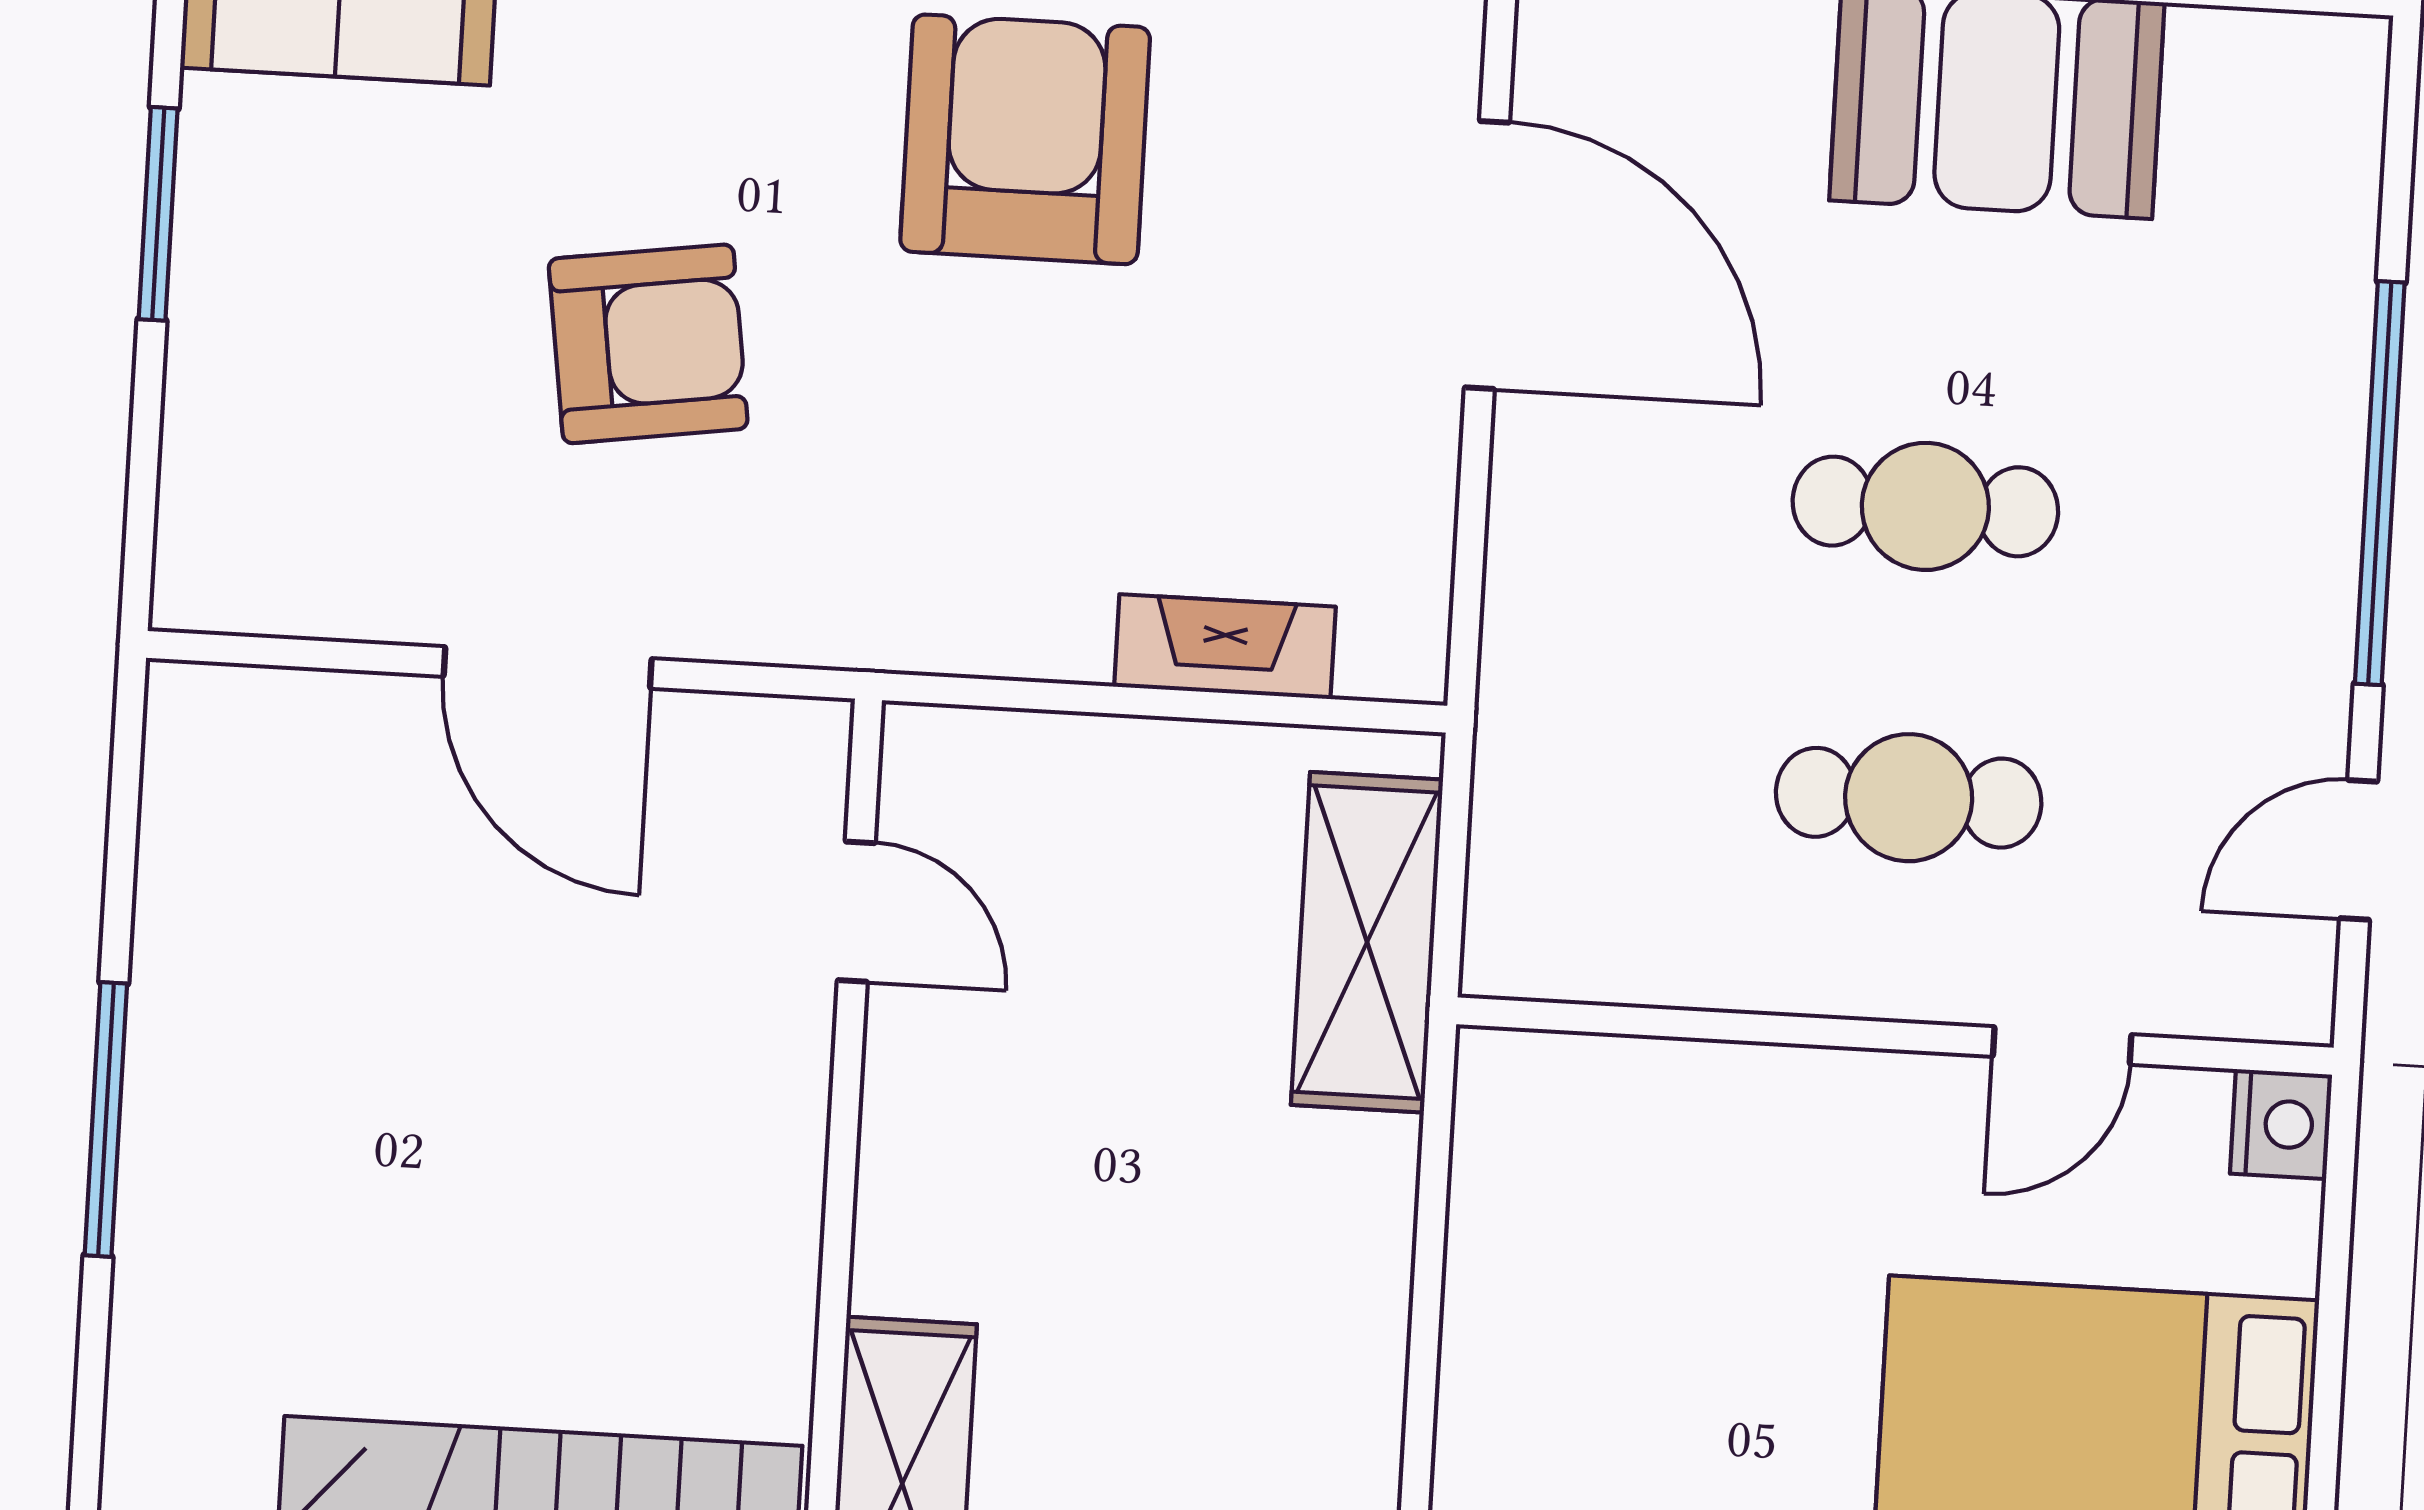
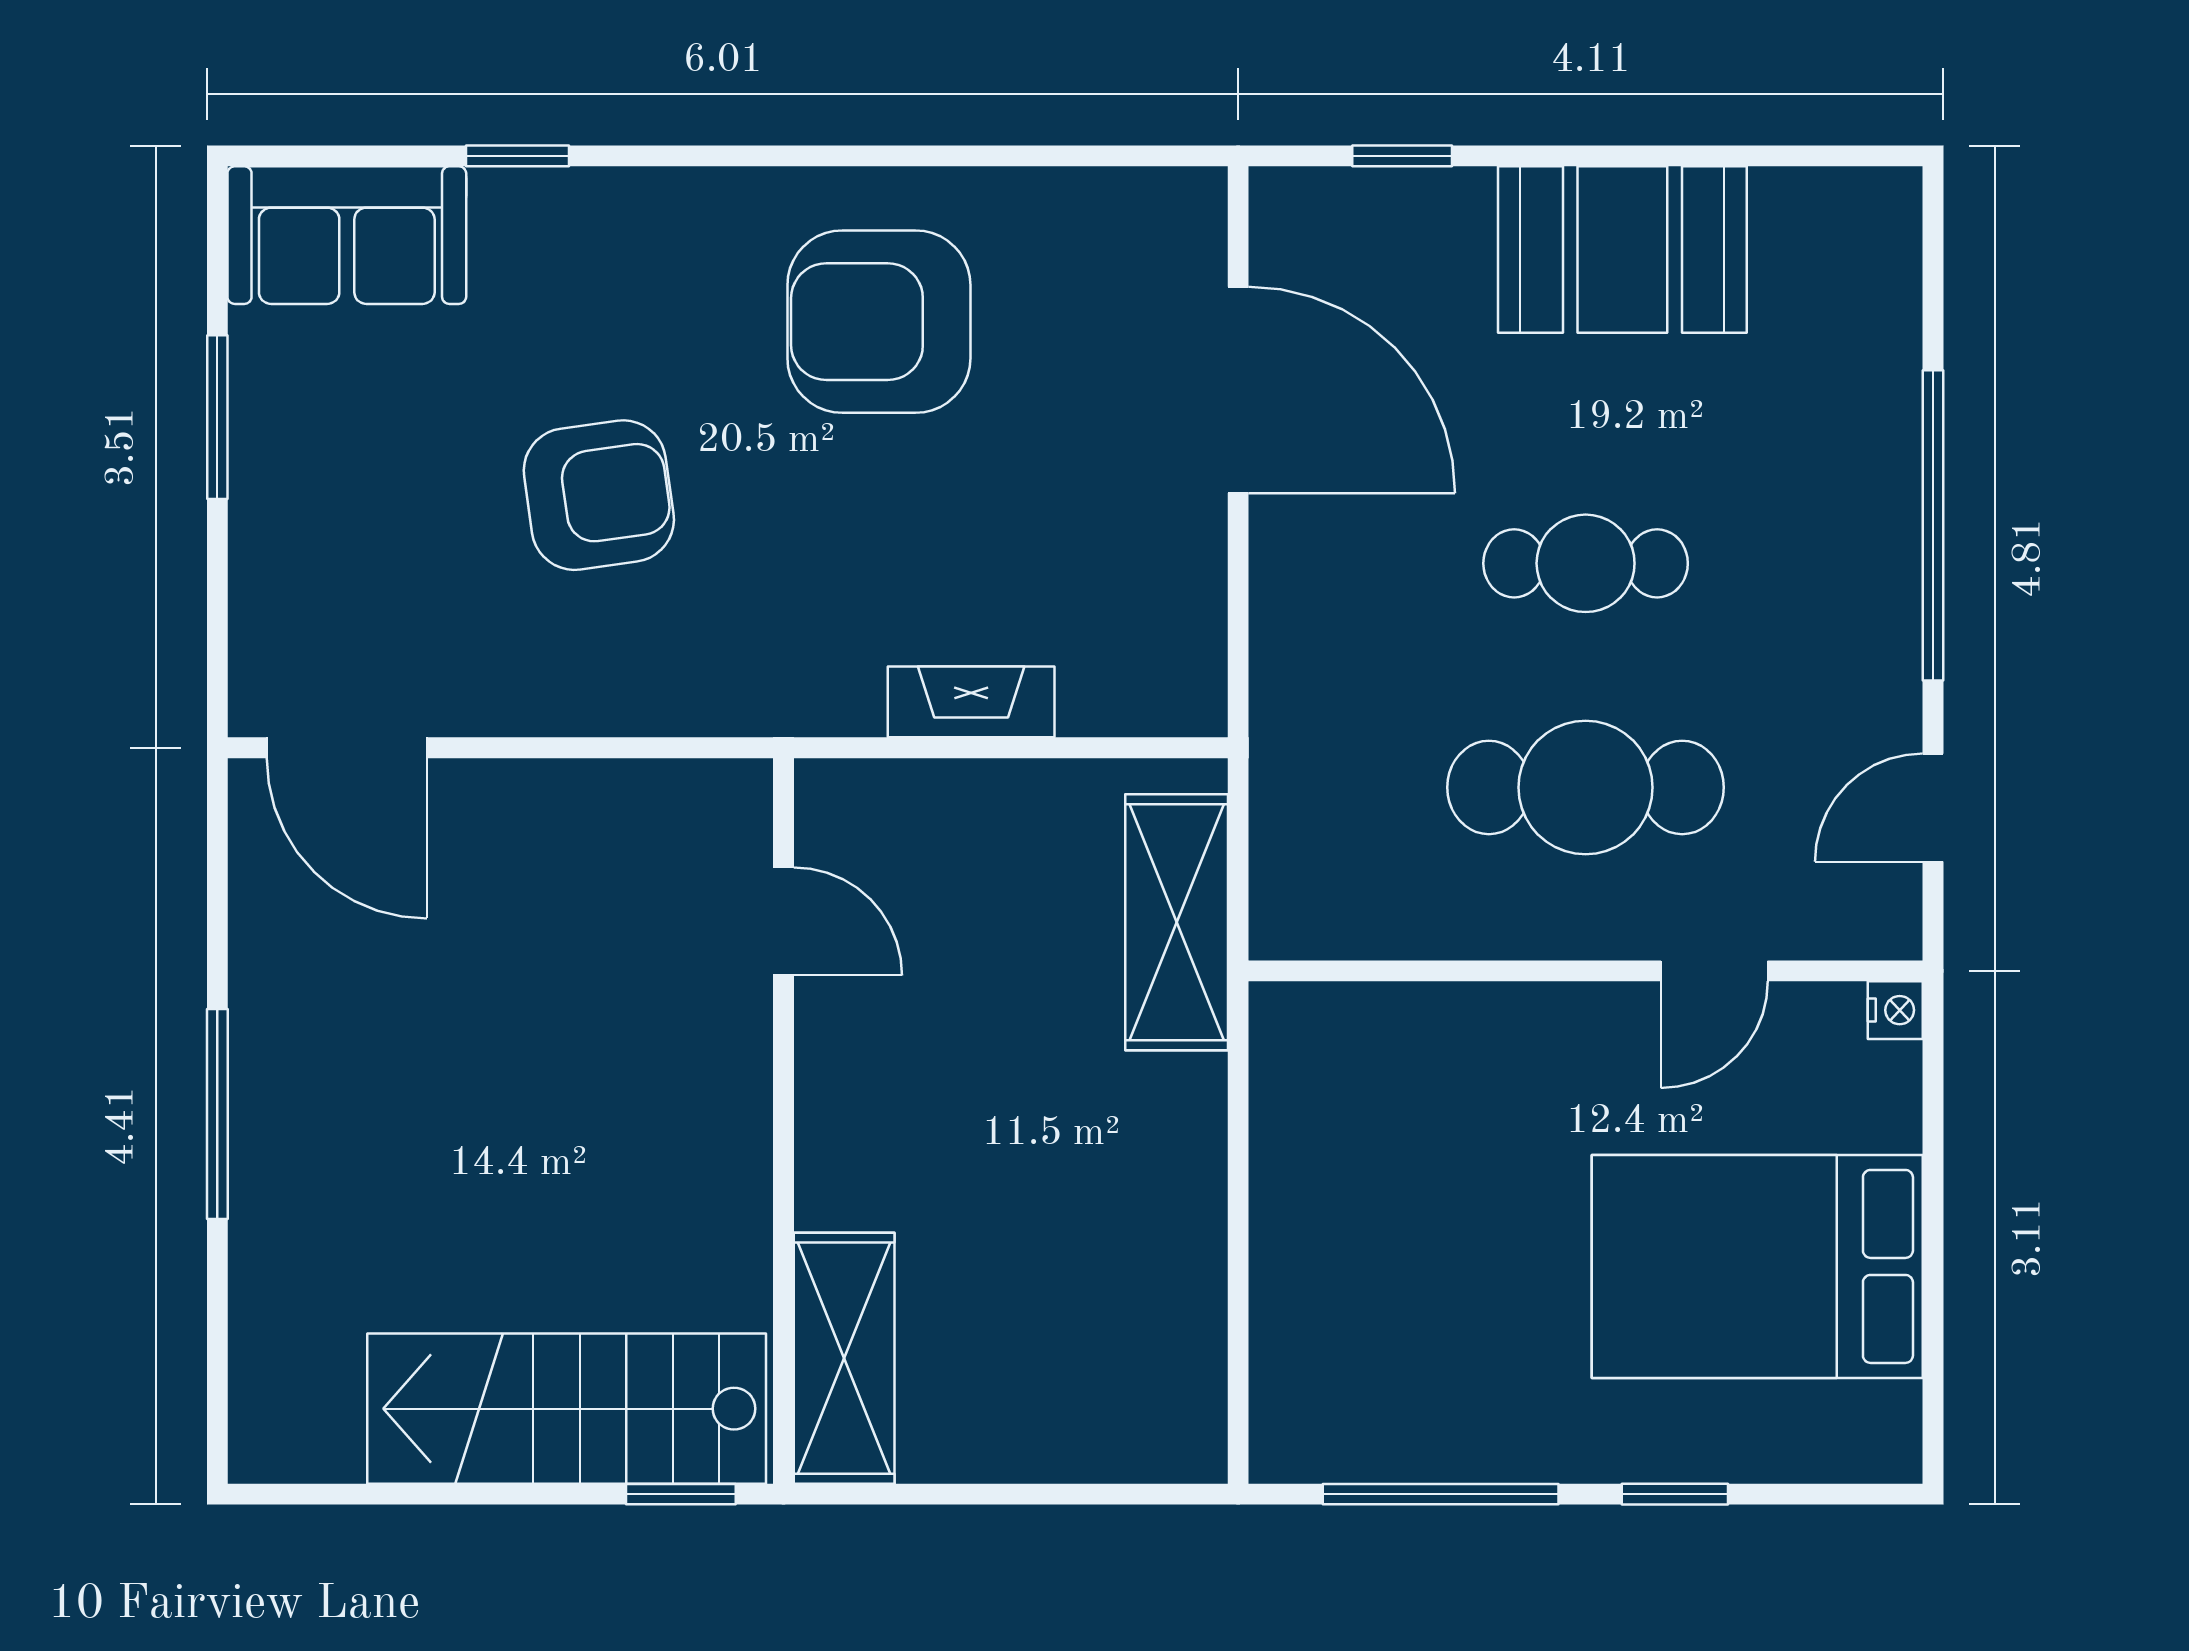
armchair: (1025, 139) -> (879, 322), turned -90
fireplace: (1225, 647) -> (971, 702), moved
door: (548, 667) -> (347, 748), moved
cafe table: (1909, 798) -> (1586, 787), width x1.37, depth x1.35
nightstand: (2281, 1124) -> (1895, 1010), width x0.72, depth x0.74

